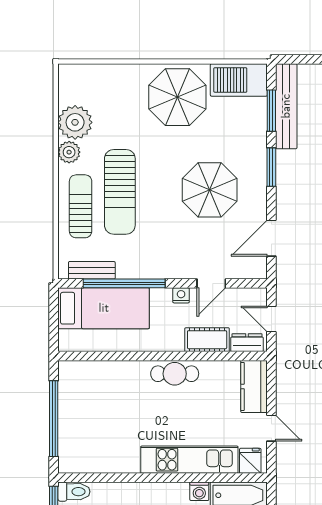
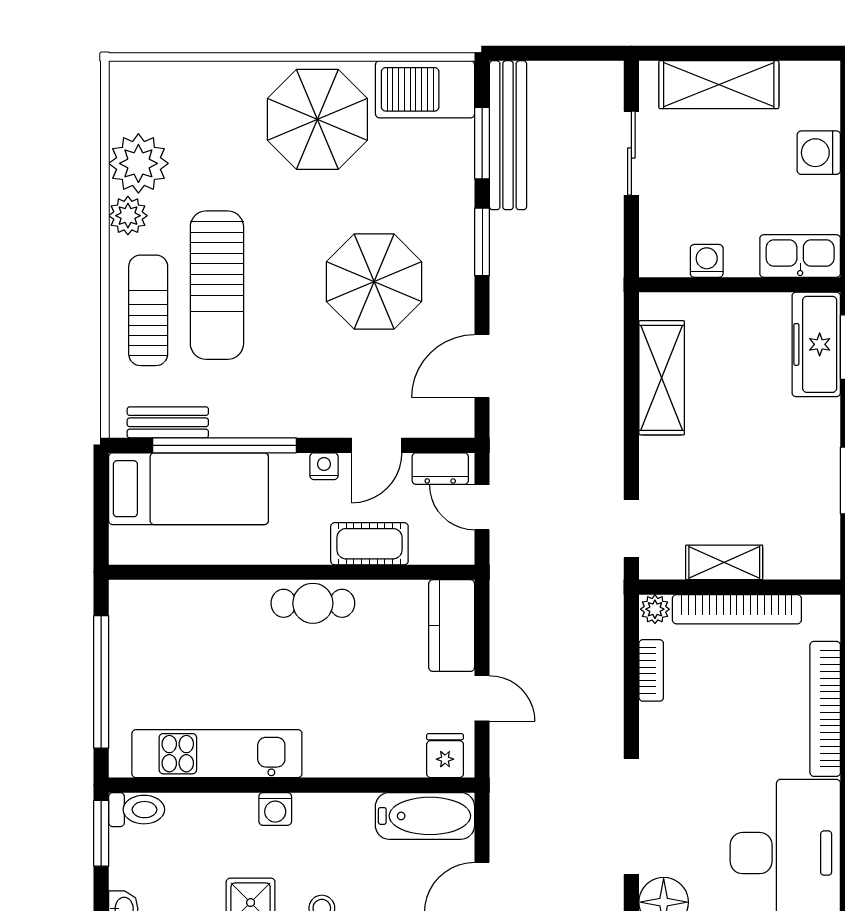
dresser: (247, 343) -> (440, 469), moved, turned 180
kitchen unit: (189, 460) -> (217, 754), moved
washing machine: (199, 491) -> (275, 809), moved

